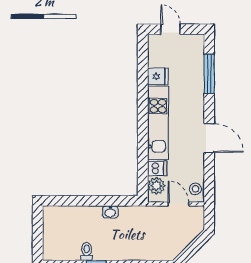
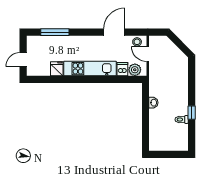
door: (209, 138) -> (114, 32), moved
door: (178, 204) -> (148, 54), hinge flipped

